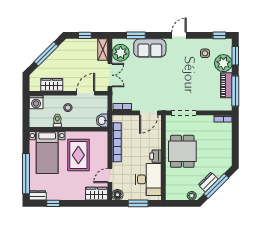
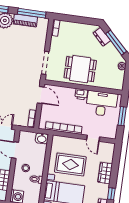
dresser: (208, 182) -> (102, 37), moved
wardrobe: (97, 194) -> (105, 173), moved
floor lamp: (117, 195) -> (112, 134), removed

